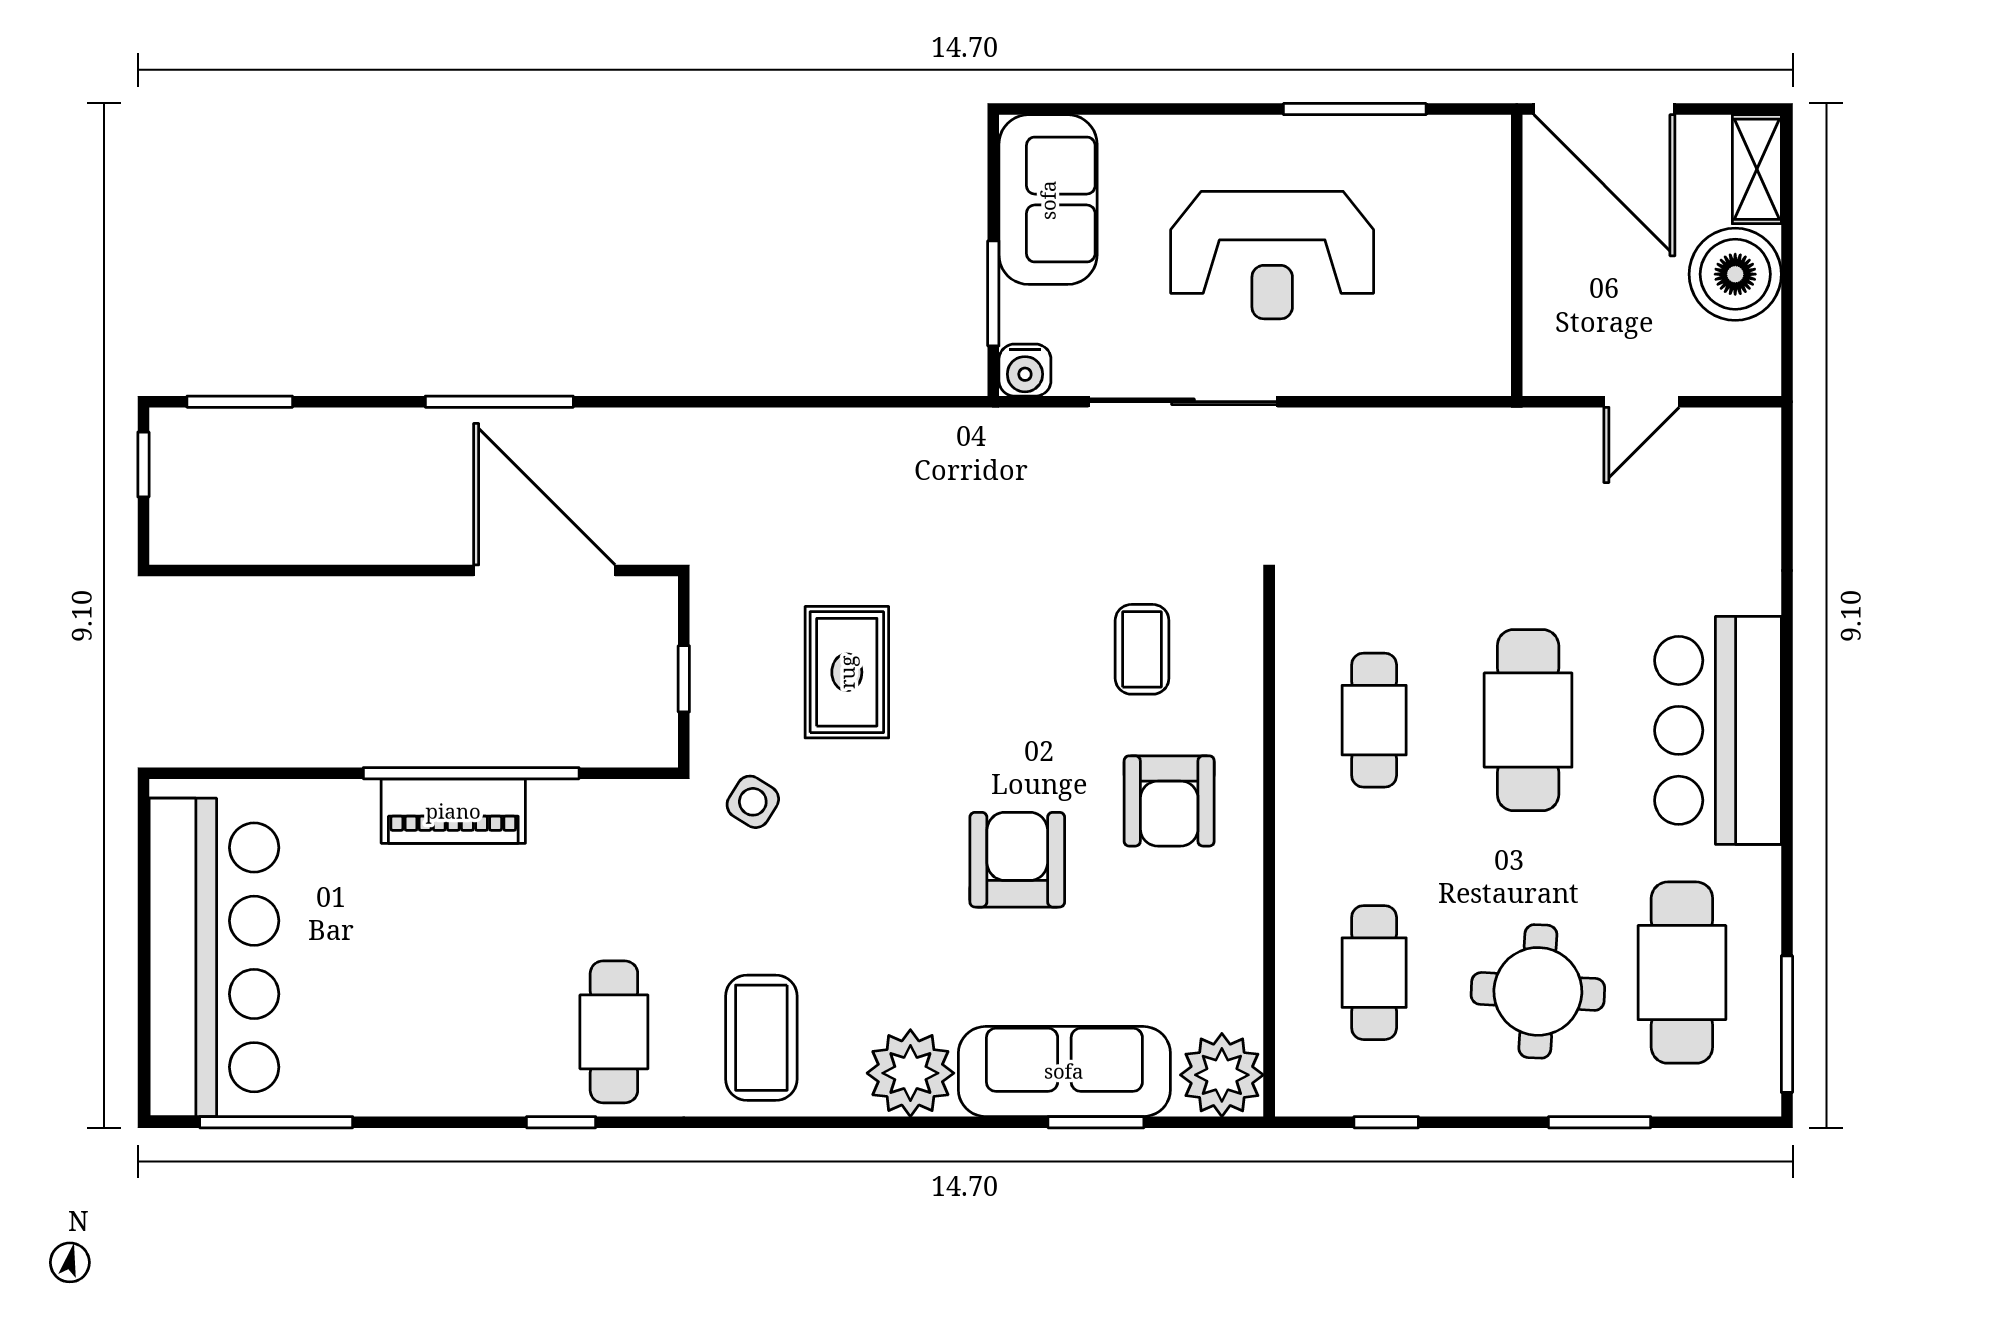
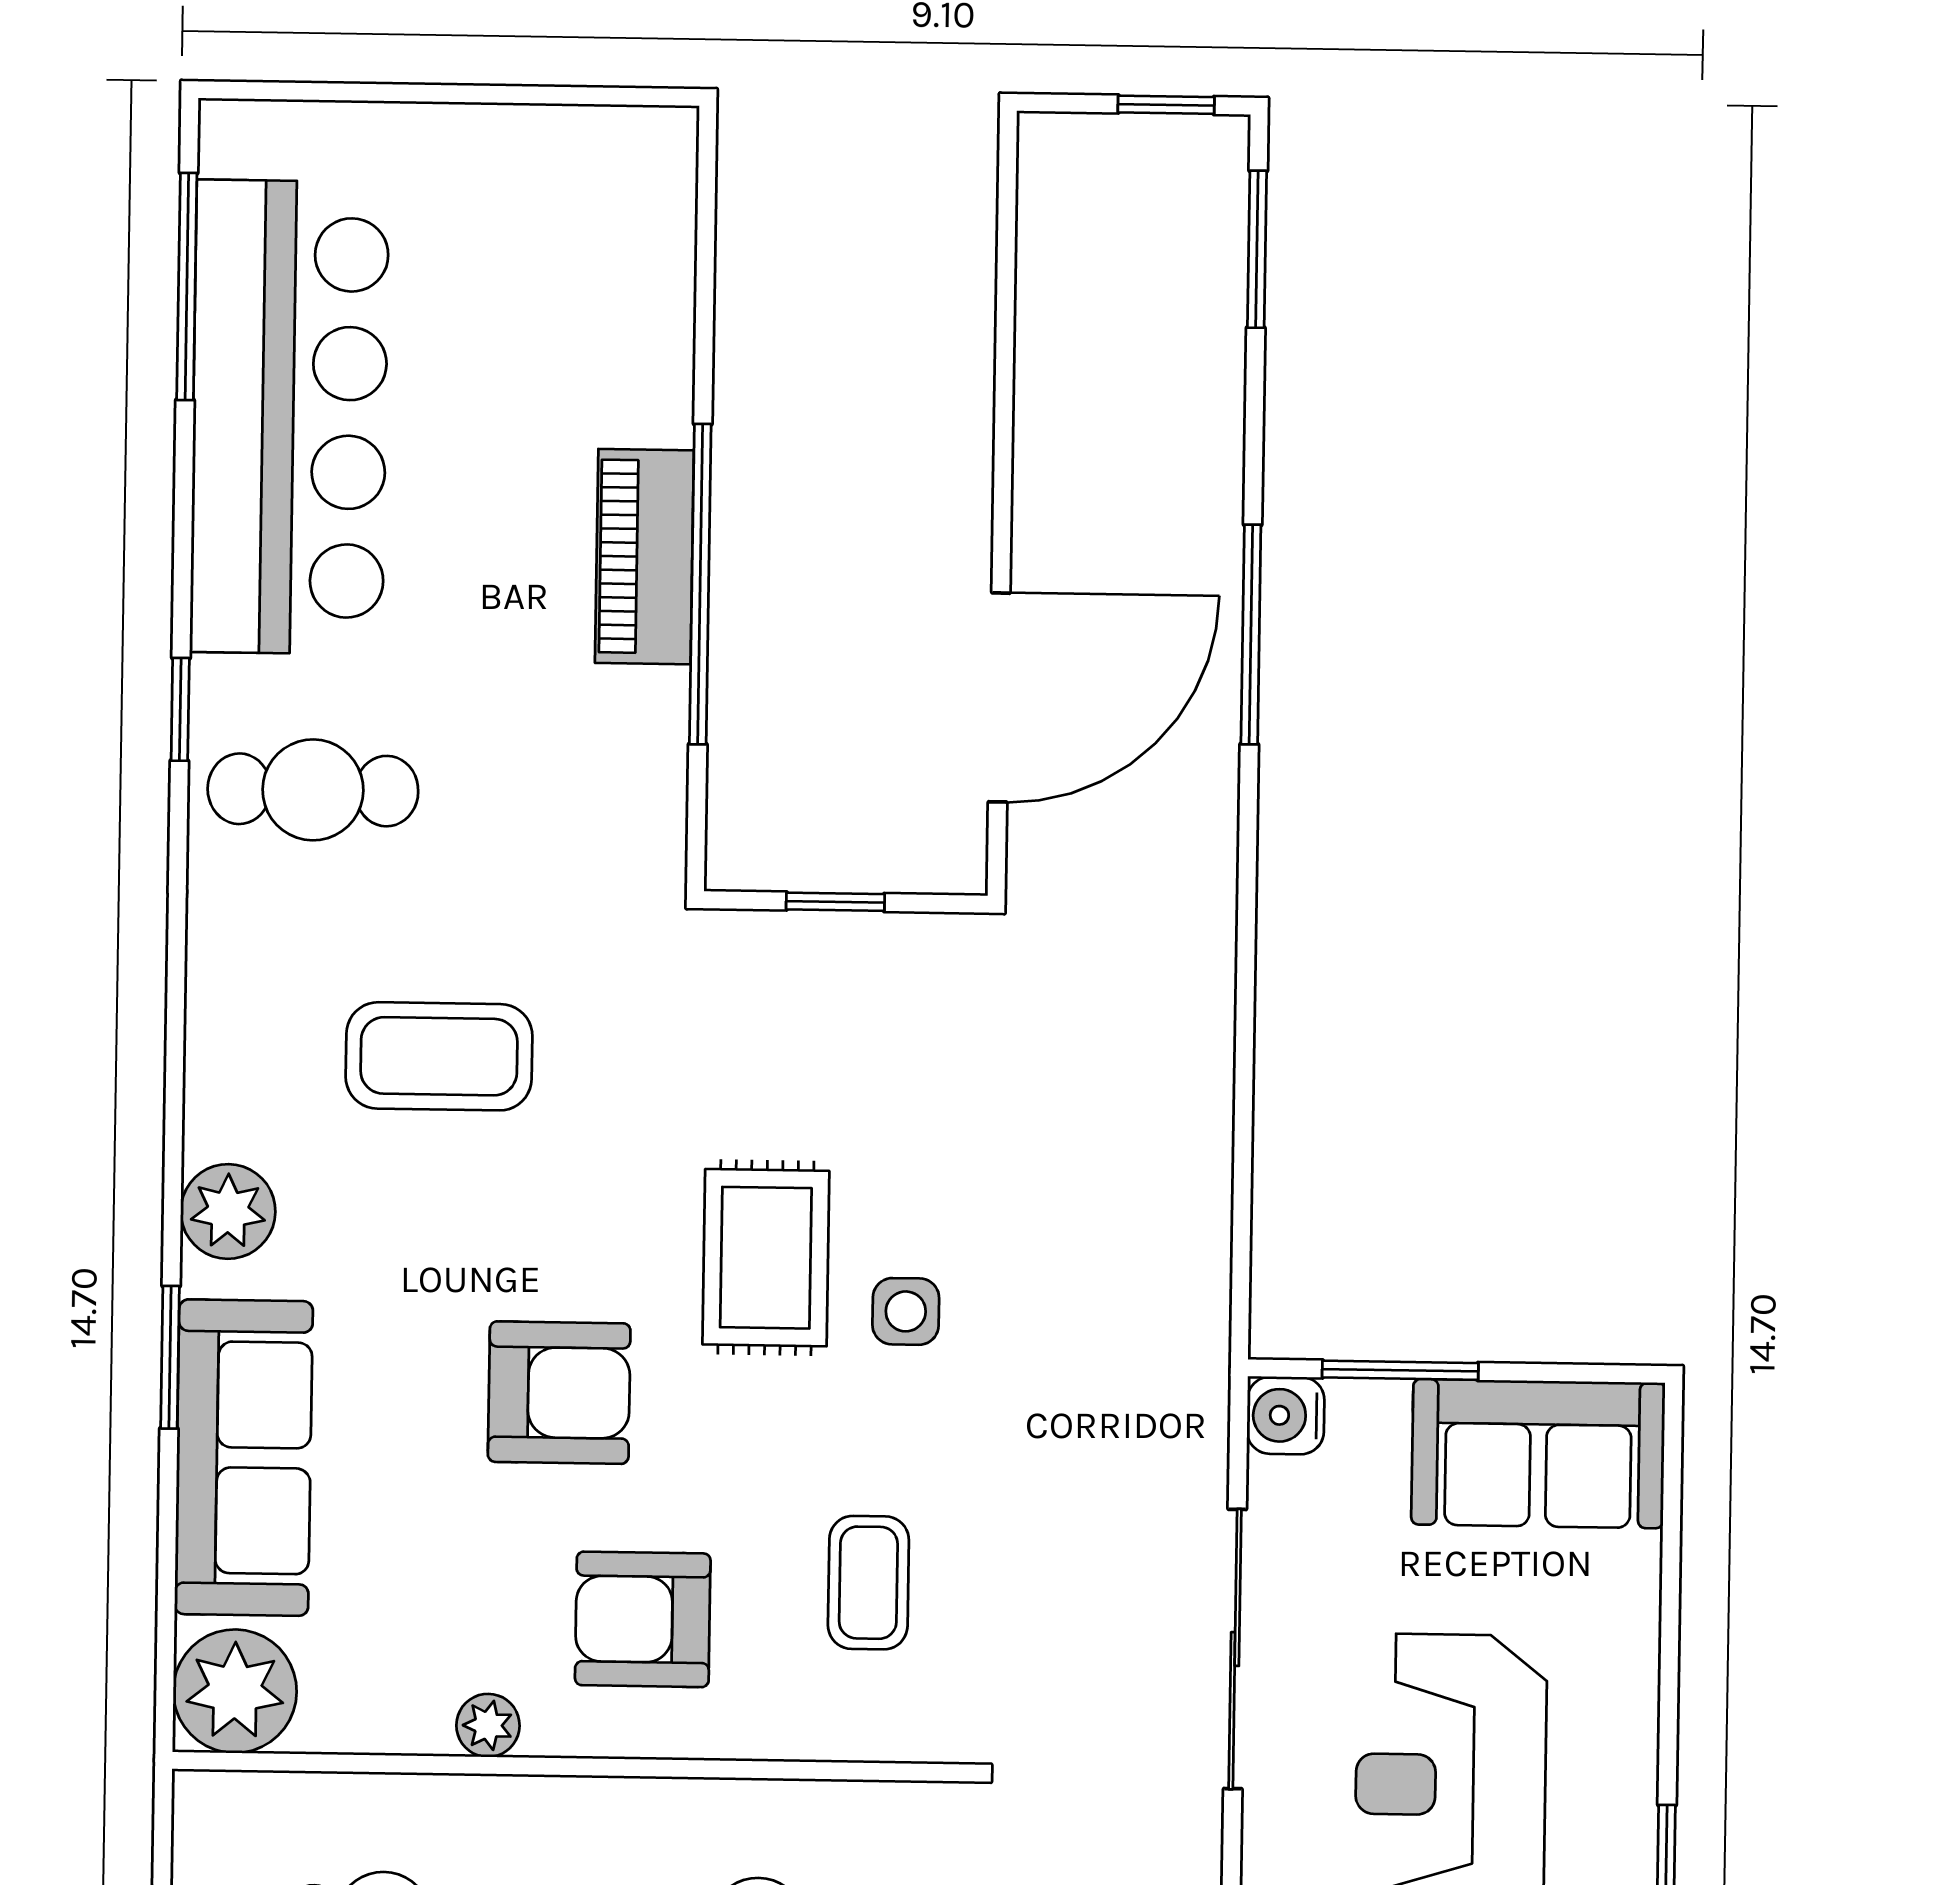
coffee table: (1142, 649) -> (868, 1583), turned 90
rug: (847, 672) -> (766, 1258), moved, turned 90
side table: (753, 802) -> (906, 1311), moved, turned -32
plant: (1242, 904) -> (488, 1725), added
bar counter: (214, 957) -> (289, 417), moved, turned -90
coffee table: (761, 1038) -> (439, 1056), moved
plant: (910, 1073) -> (228, 1211), width x0.73, depth x0.73
window: (1096, 1122) -> (170, 1357), moved

